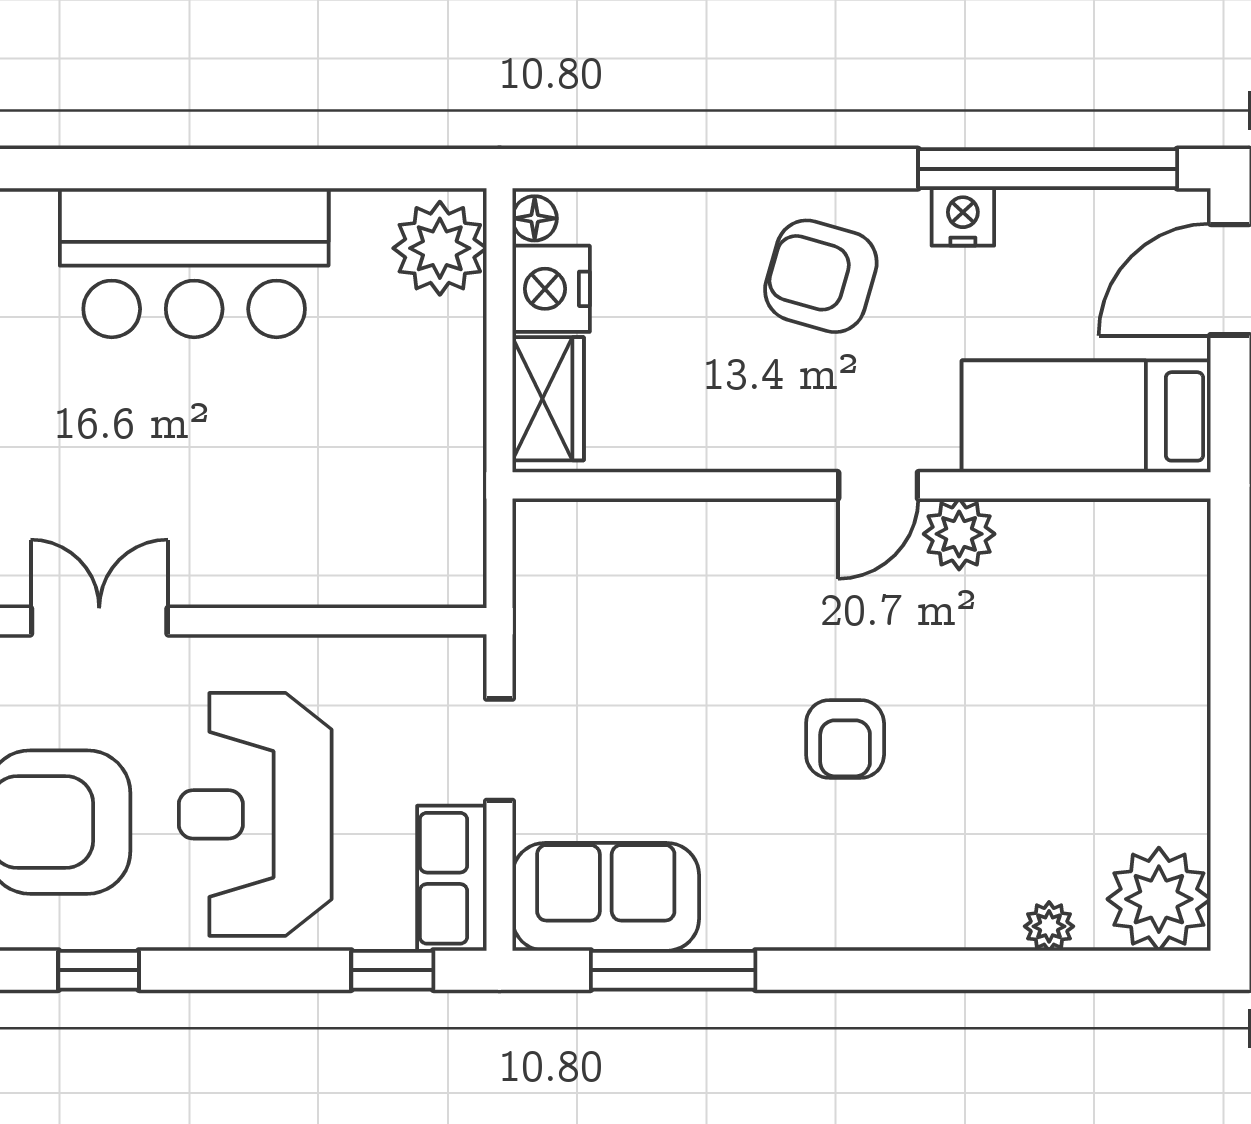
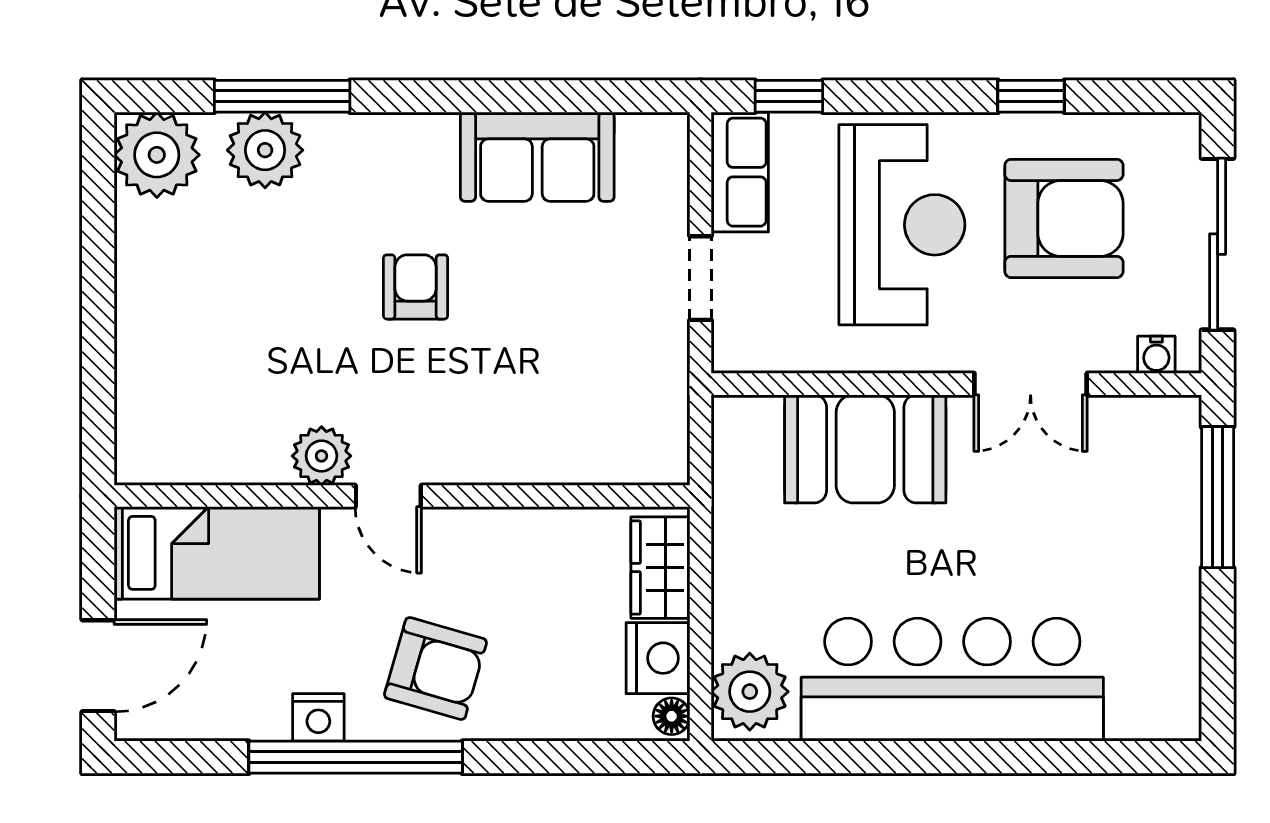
window: (1048, 169) -> (356, 757), moved
bar counter: (194, 263) -> (952, 680), width x1.36
door: (878, 485) -> (388, 496), swing flipped
booth: (300, 543) -> (865, 449), added
sofa: (606, 897) -> (537, 157), moved
plant: (1049, 926) -> (265, 150), width x1.88, depth x1.88
window: (673, 970) -> (282, 96), moved

